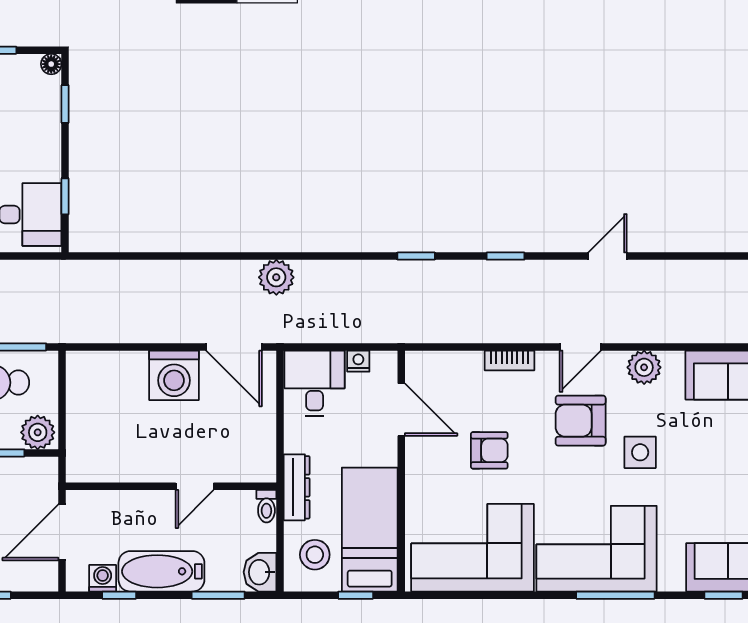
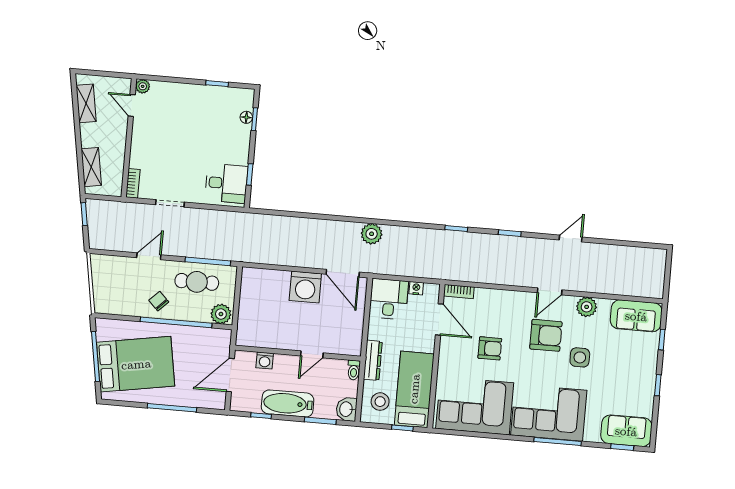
floor lamp: (51, 64) -> (246, 117), moved
bookcase: (509, 360) -> (459, 292), moved
armchair: (581, 421) -> (546, 335), turned 180
washing machine: (103, 578) -> (265, 361), moved, turned 180

